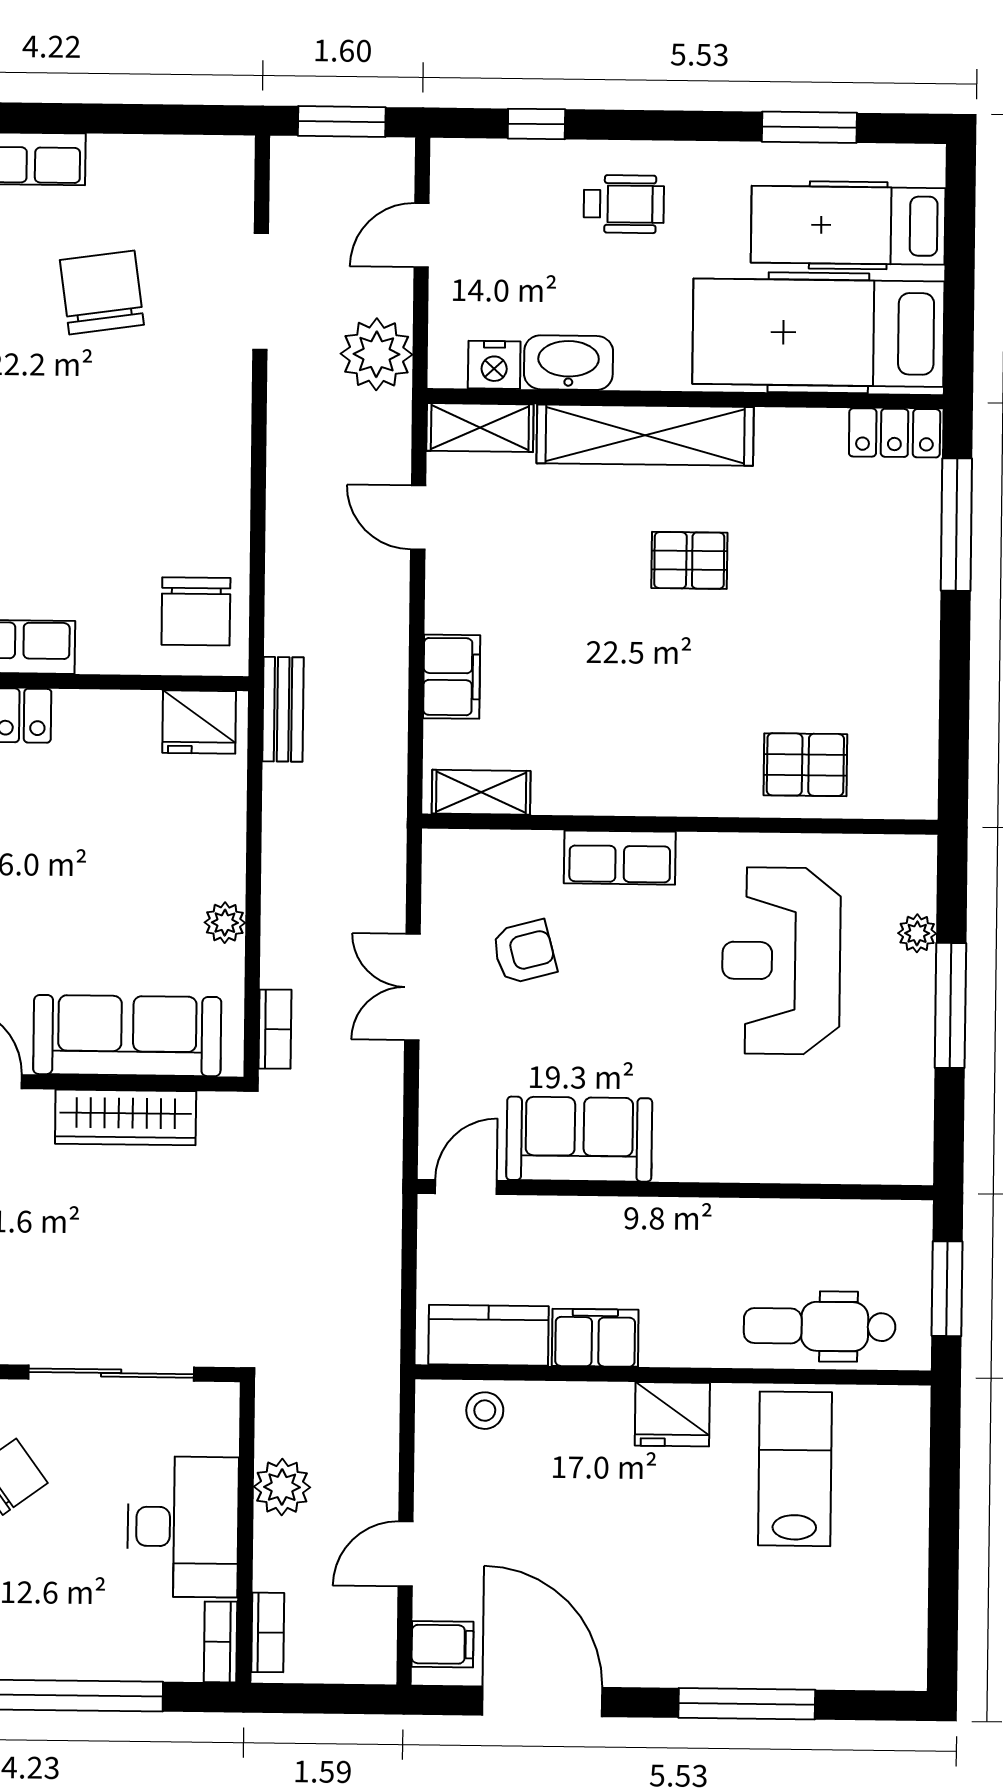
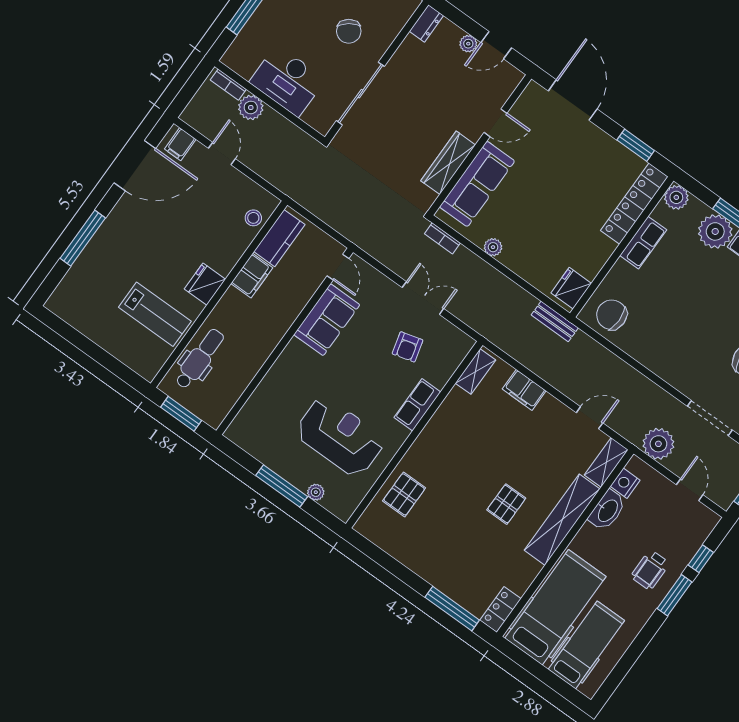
window: (809, 127) -> (675, 595), moved
plant: (282, 1487) -> (251, 107), moved
bookcase: (220, 1642) -> (237, 65), removed

